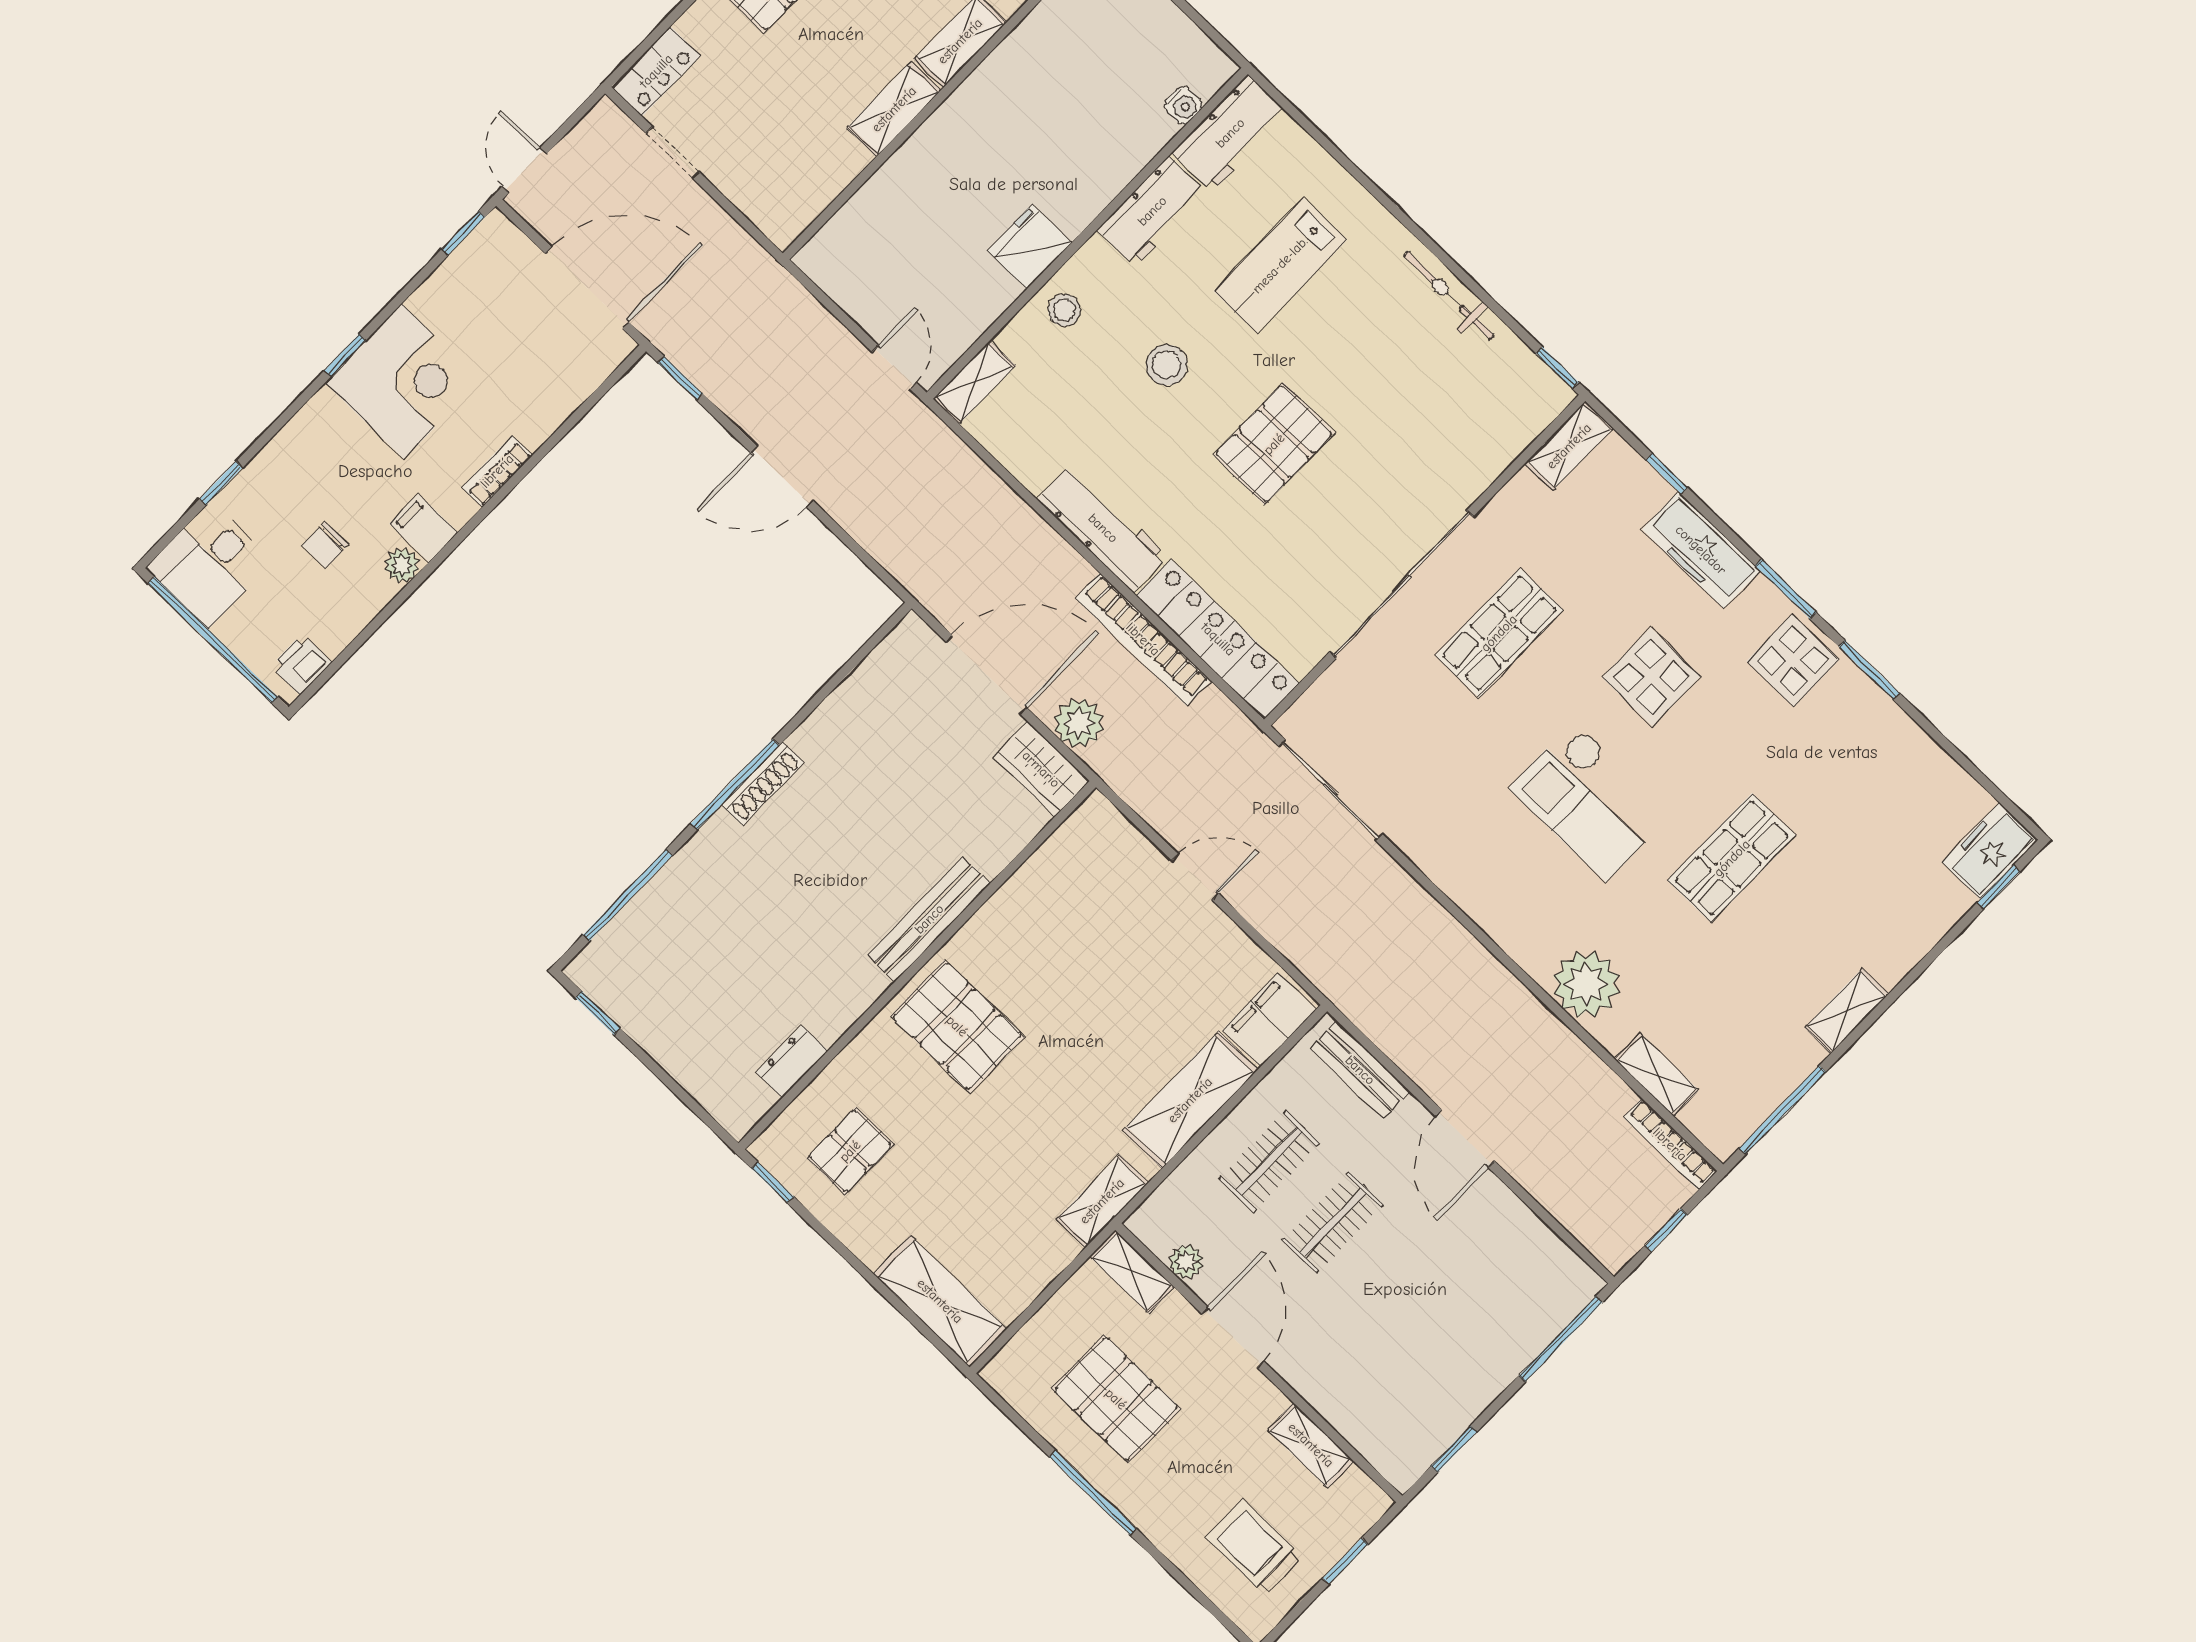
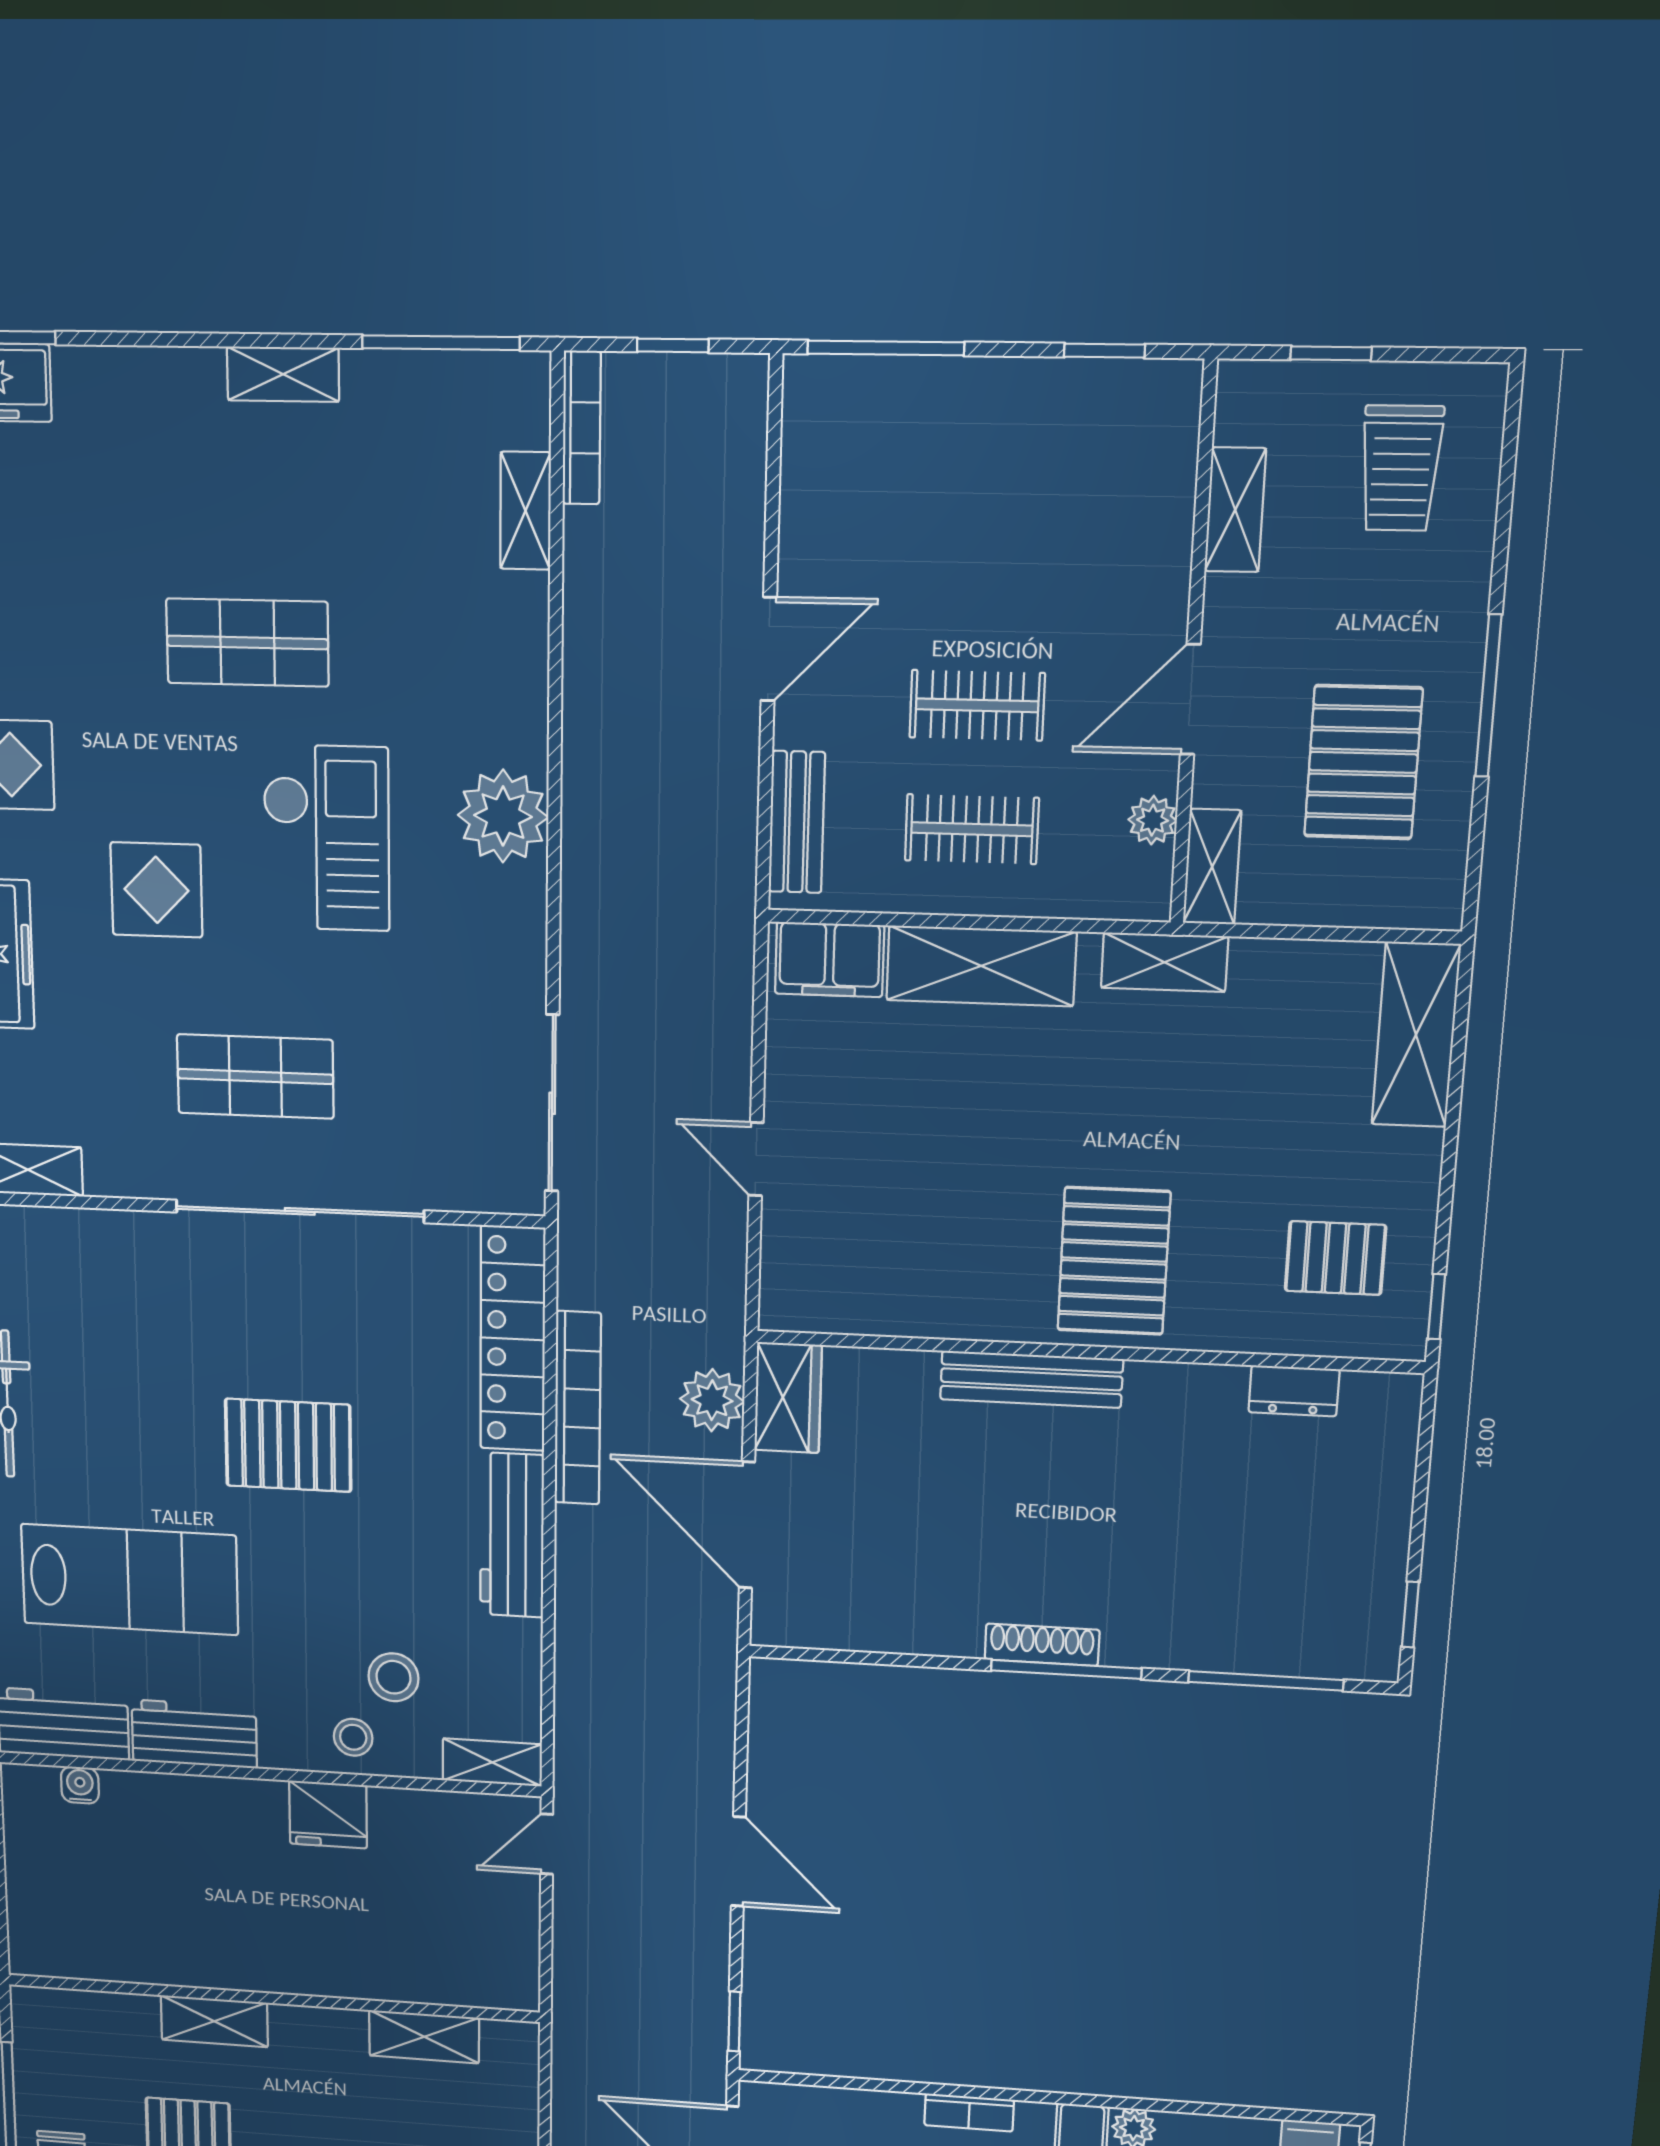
shelving: (894, 109) -> (424, 2037), moved
lab bench: (1280, 265) -> (130, 1579), width x1.36, depth x1.39
stool: (1167, 365) -> (393, 1677), moved
plant: (1586, 984) -> (503, 816), moved

